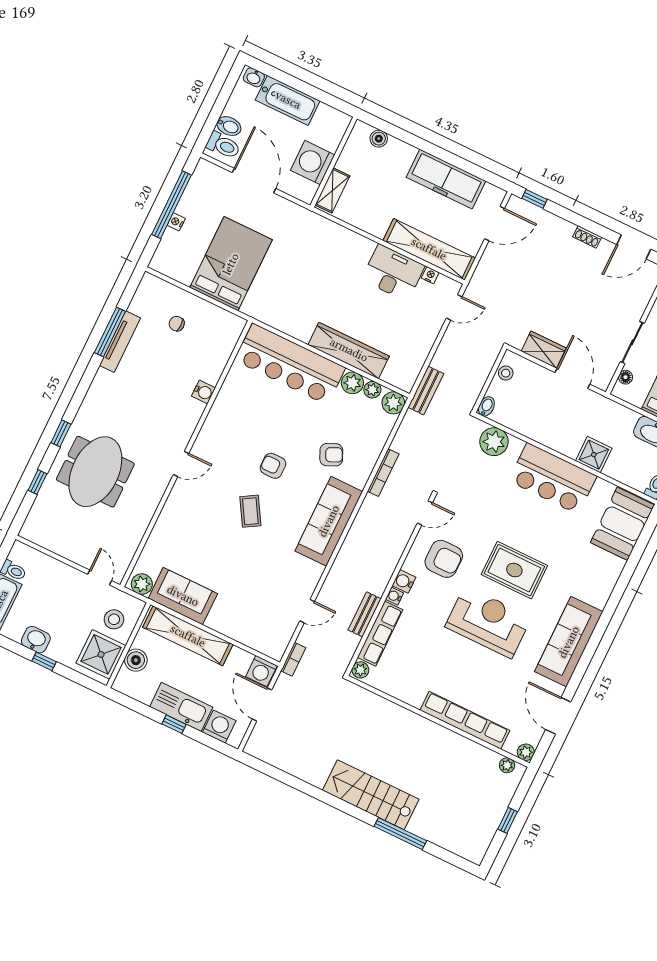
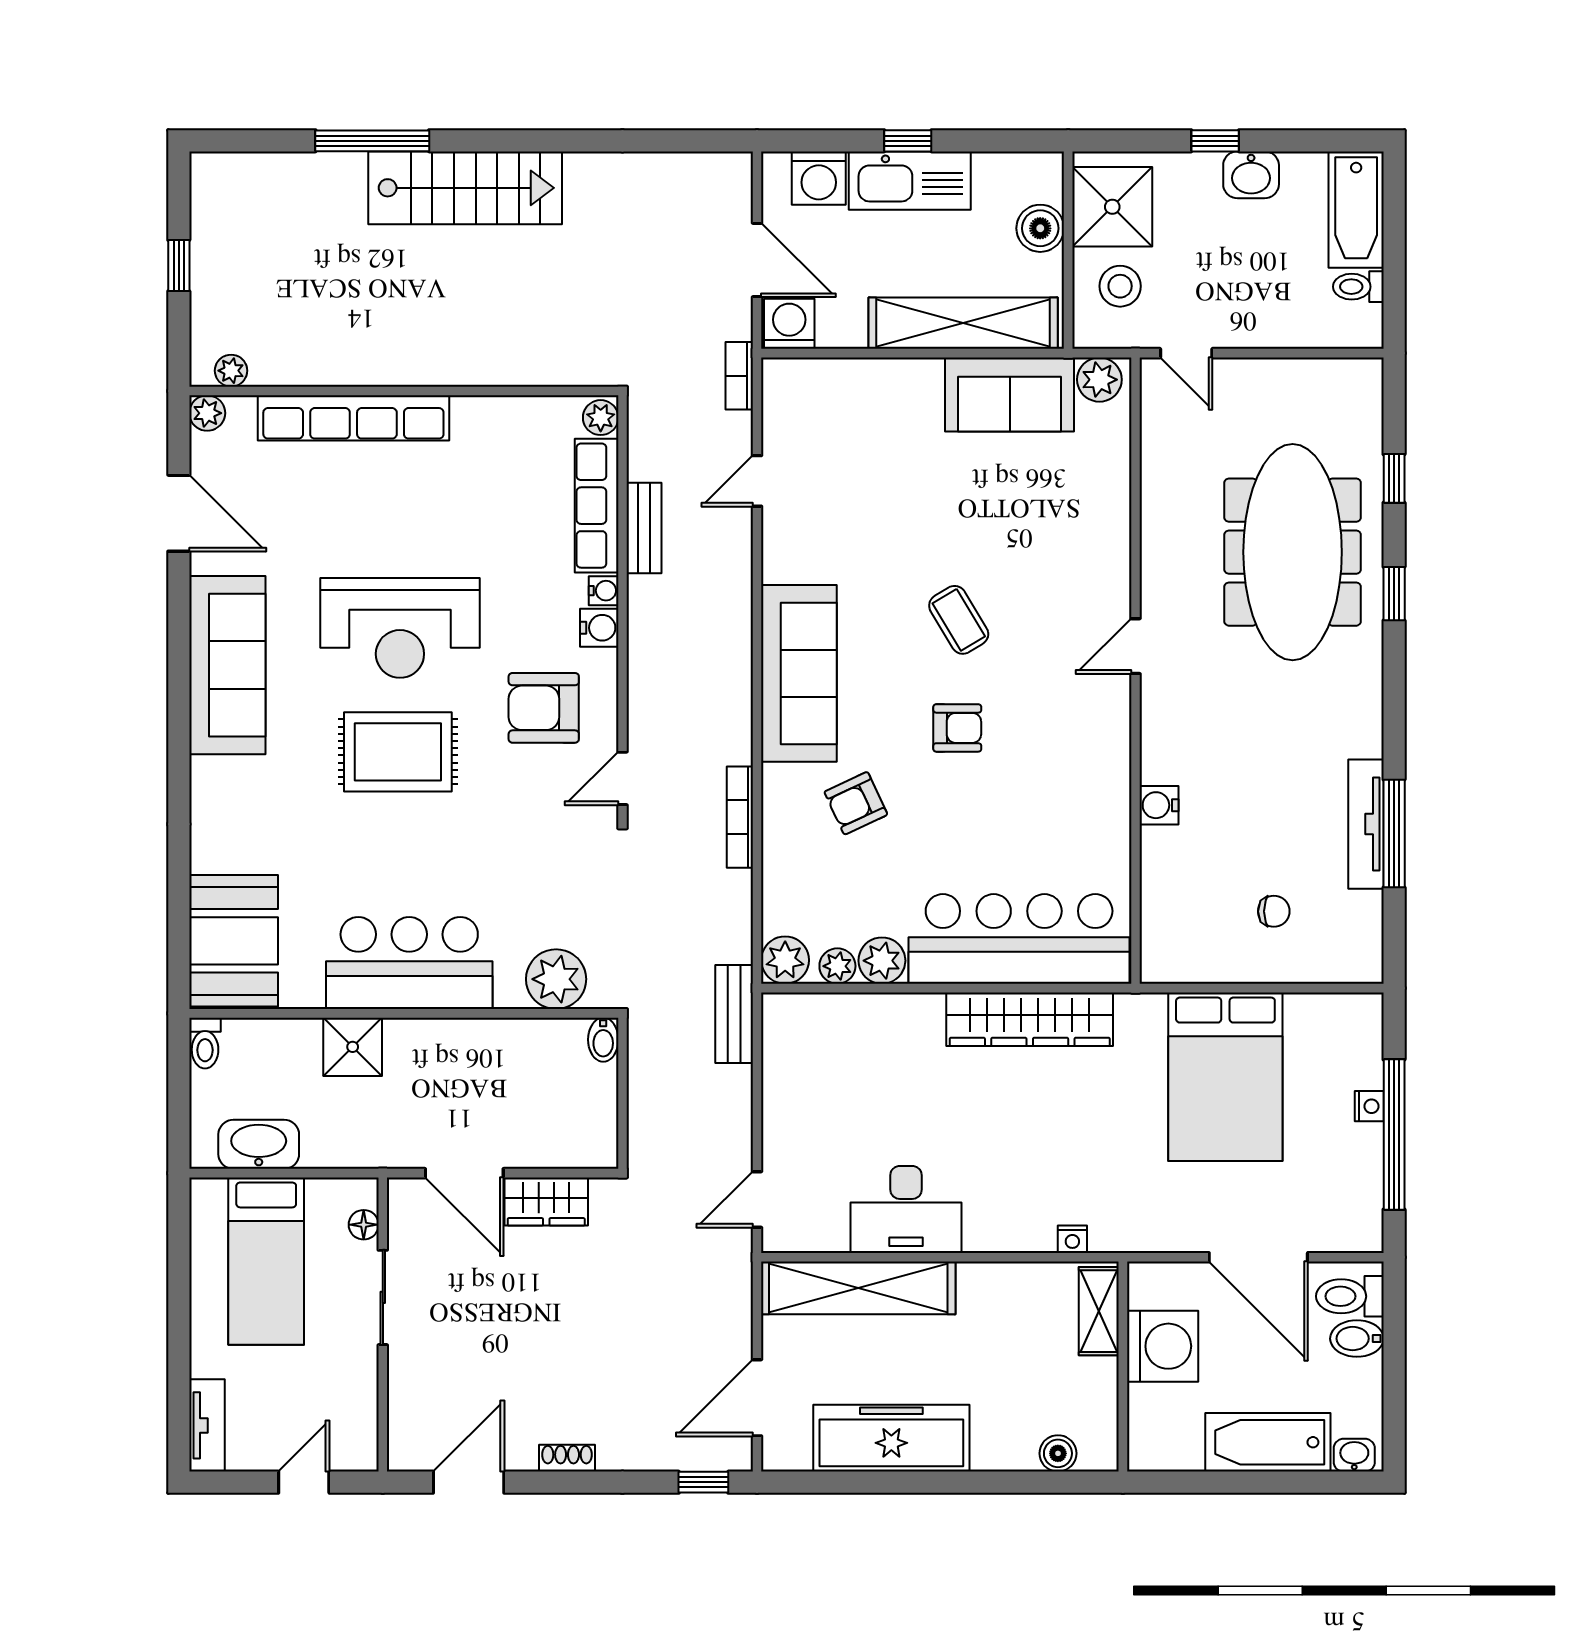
nightstand: (430, 275) -> (1072, 1239), moved
wardrobe: (349, 350) -> (1030, 1019), moved
stool: (506, 373) -> (597, 1122), removed
meeting table: (95, 472) -> (1293, 552), width x1.36

